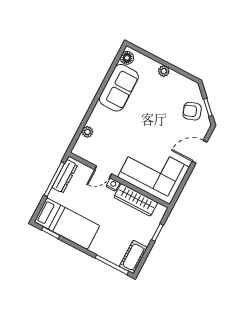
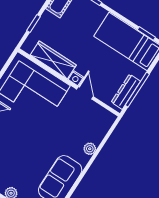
plant: (87, 132) -> (90, 149), moved
door: (103, 172) -> (85, 93), hinge flipped

